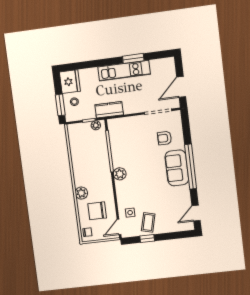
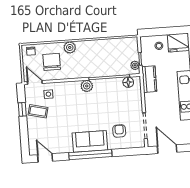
window: (60, 105) -> (157, 32), removed
floor lamp: (114, 131) -> (128, 82), added

